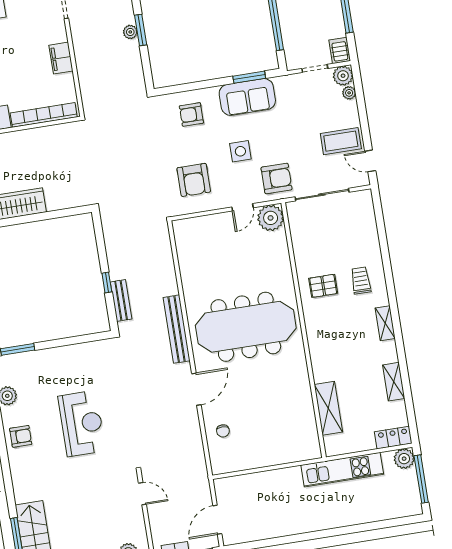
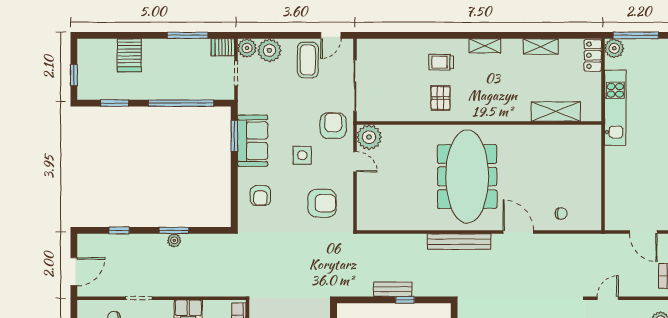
plant: (349, 93) -> (269, 50), width x1.87, depth x1.87
bench: (121, 300) -> (393, 289), moved

